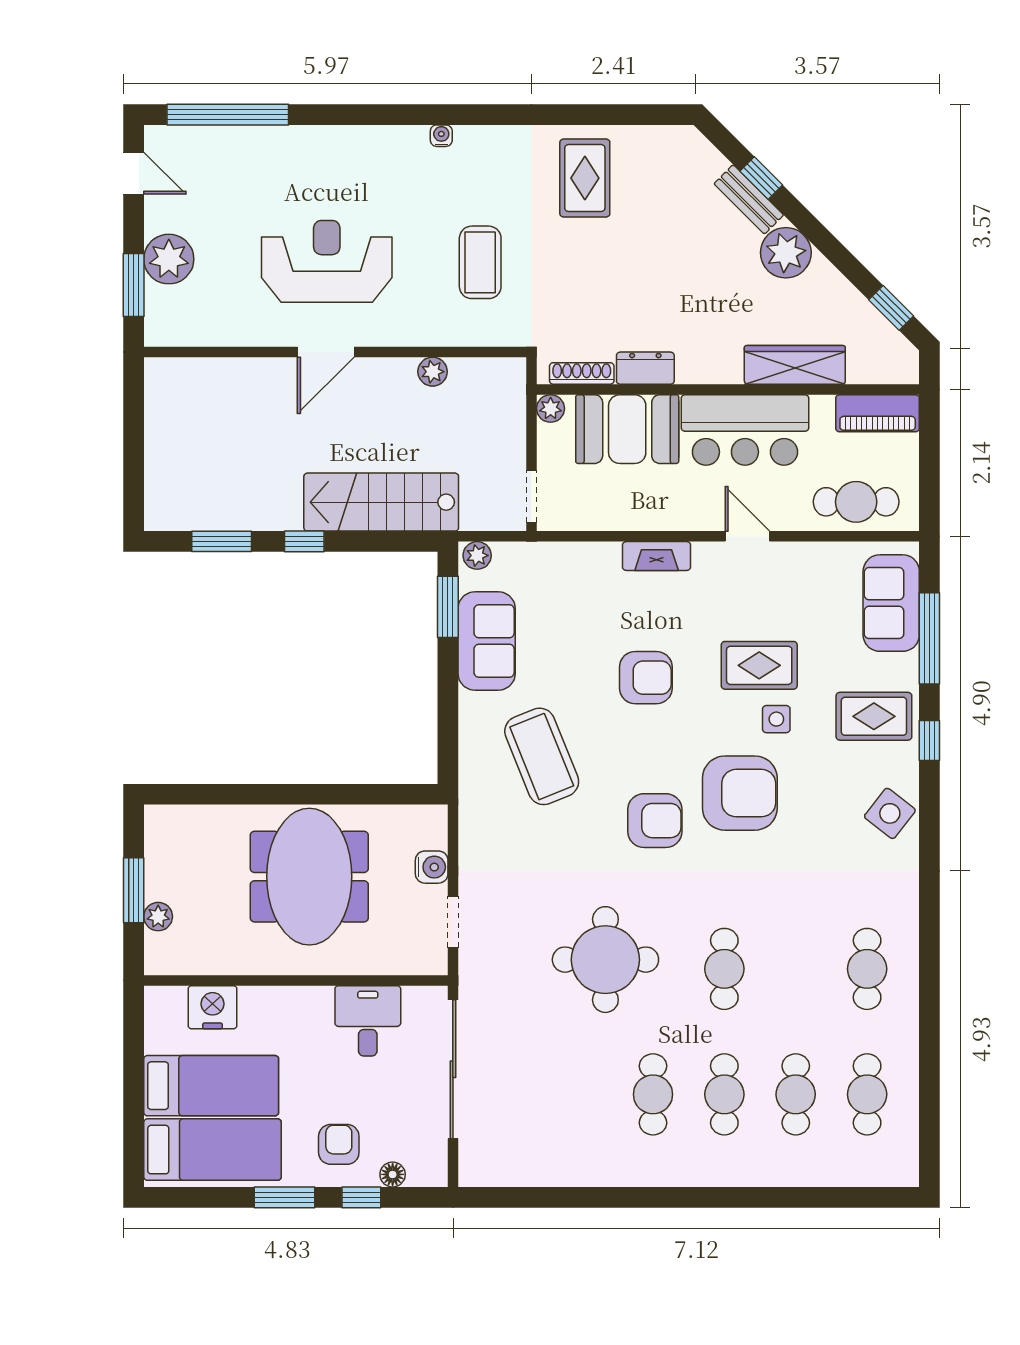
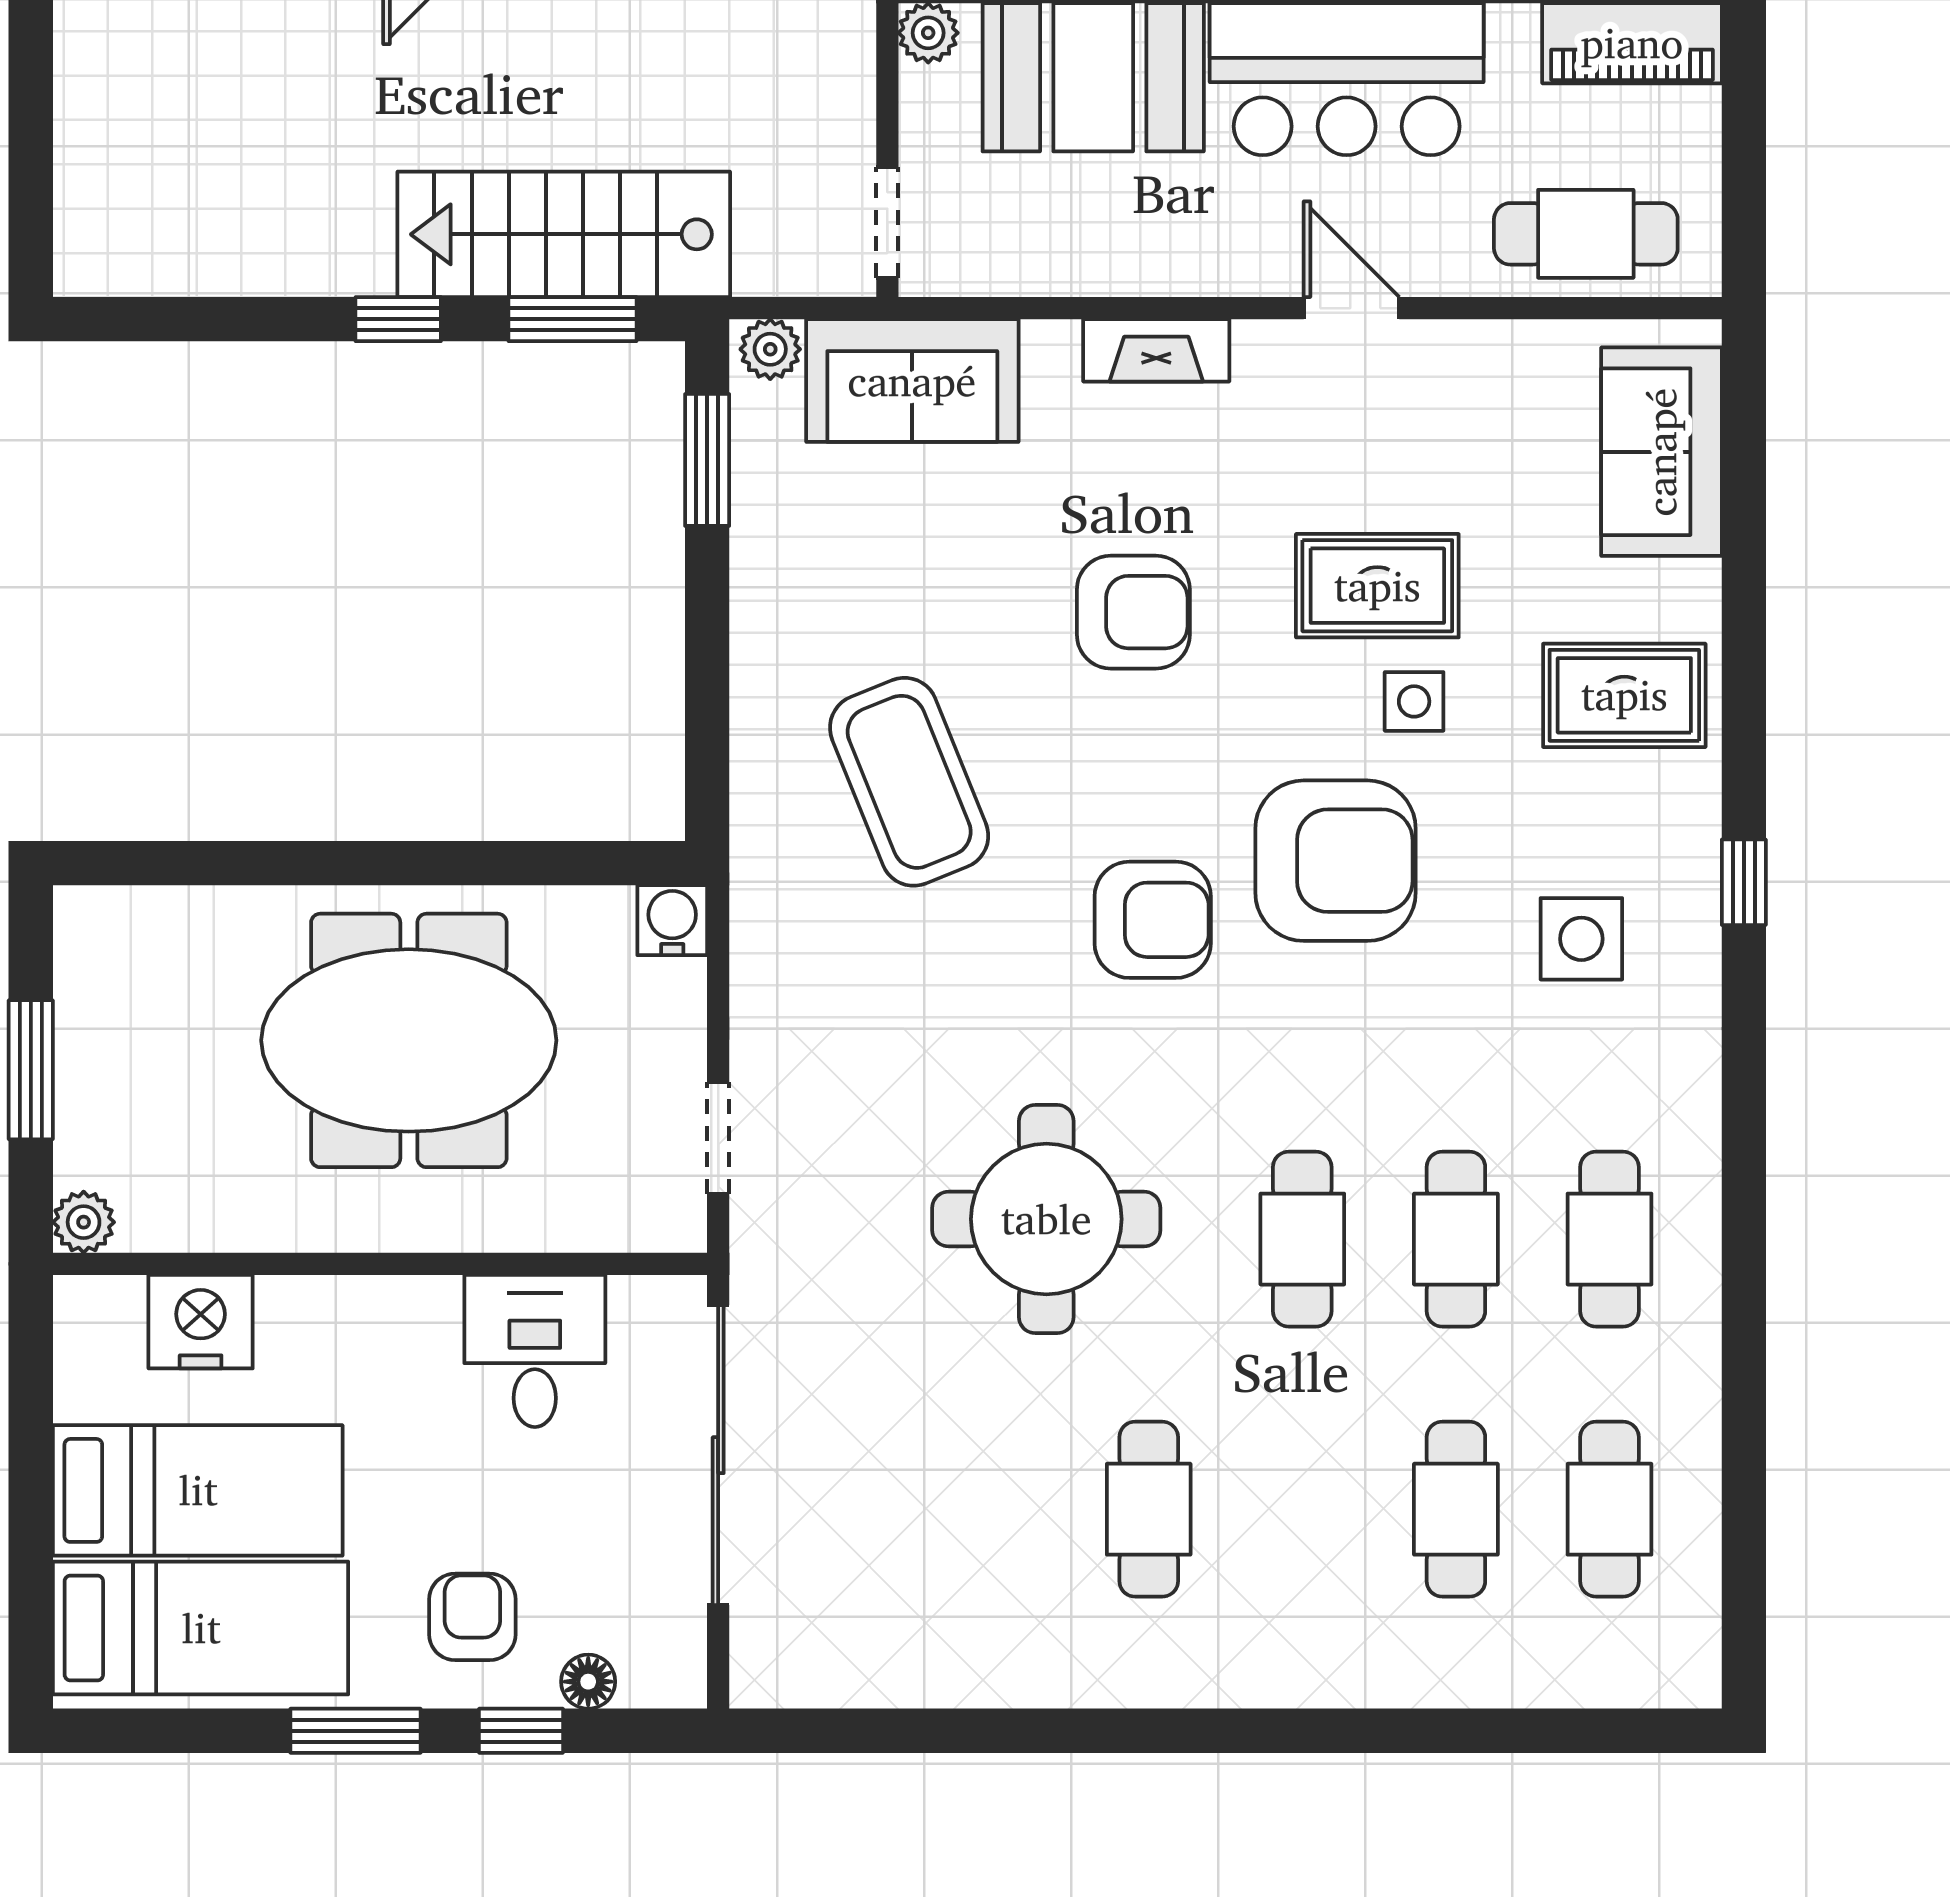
window: (222, 541) -> (572, 319), moved
window: (929, 638) -> (1744, 528), removed
sofa: (487, 641) -> (912, 381), moved, turned 90
window: (929, 740) -> (1744, 882), moved
side table: (890, 813) -> (1581, 939), moved, turned -38
water cooler: (432, 867) -> (672, 920), moved, turned -90
meeting table: (309, 877) -> (409, 1040), turned 90
plant: (158, 917) -> (84, 1222), moved
cafe table: (724, 1094) -> (1456, 1239), moved

